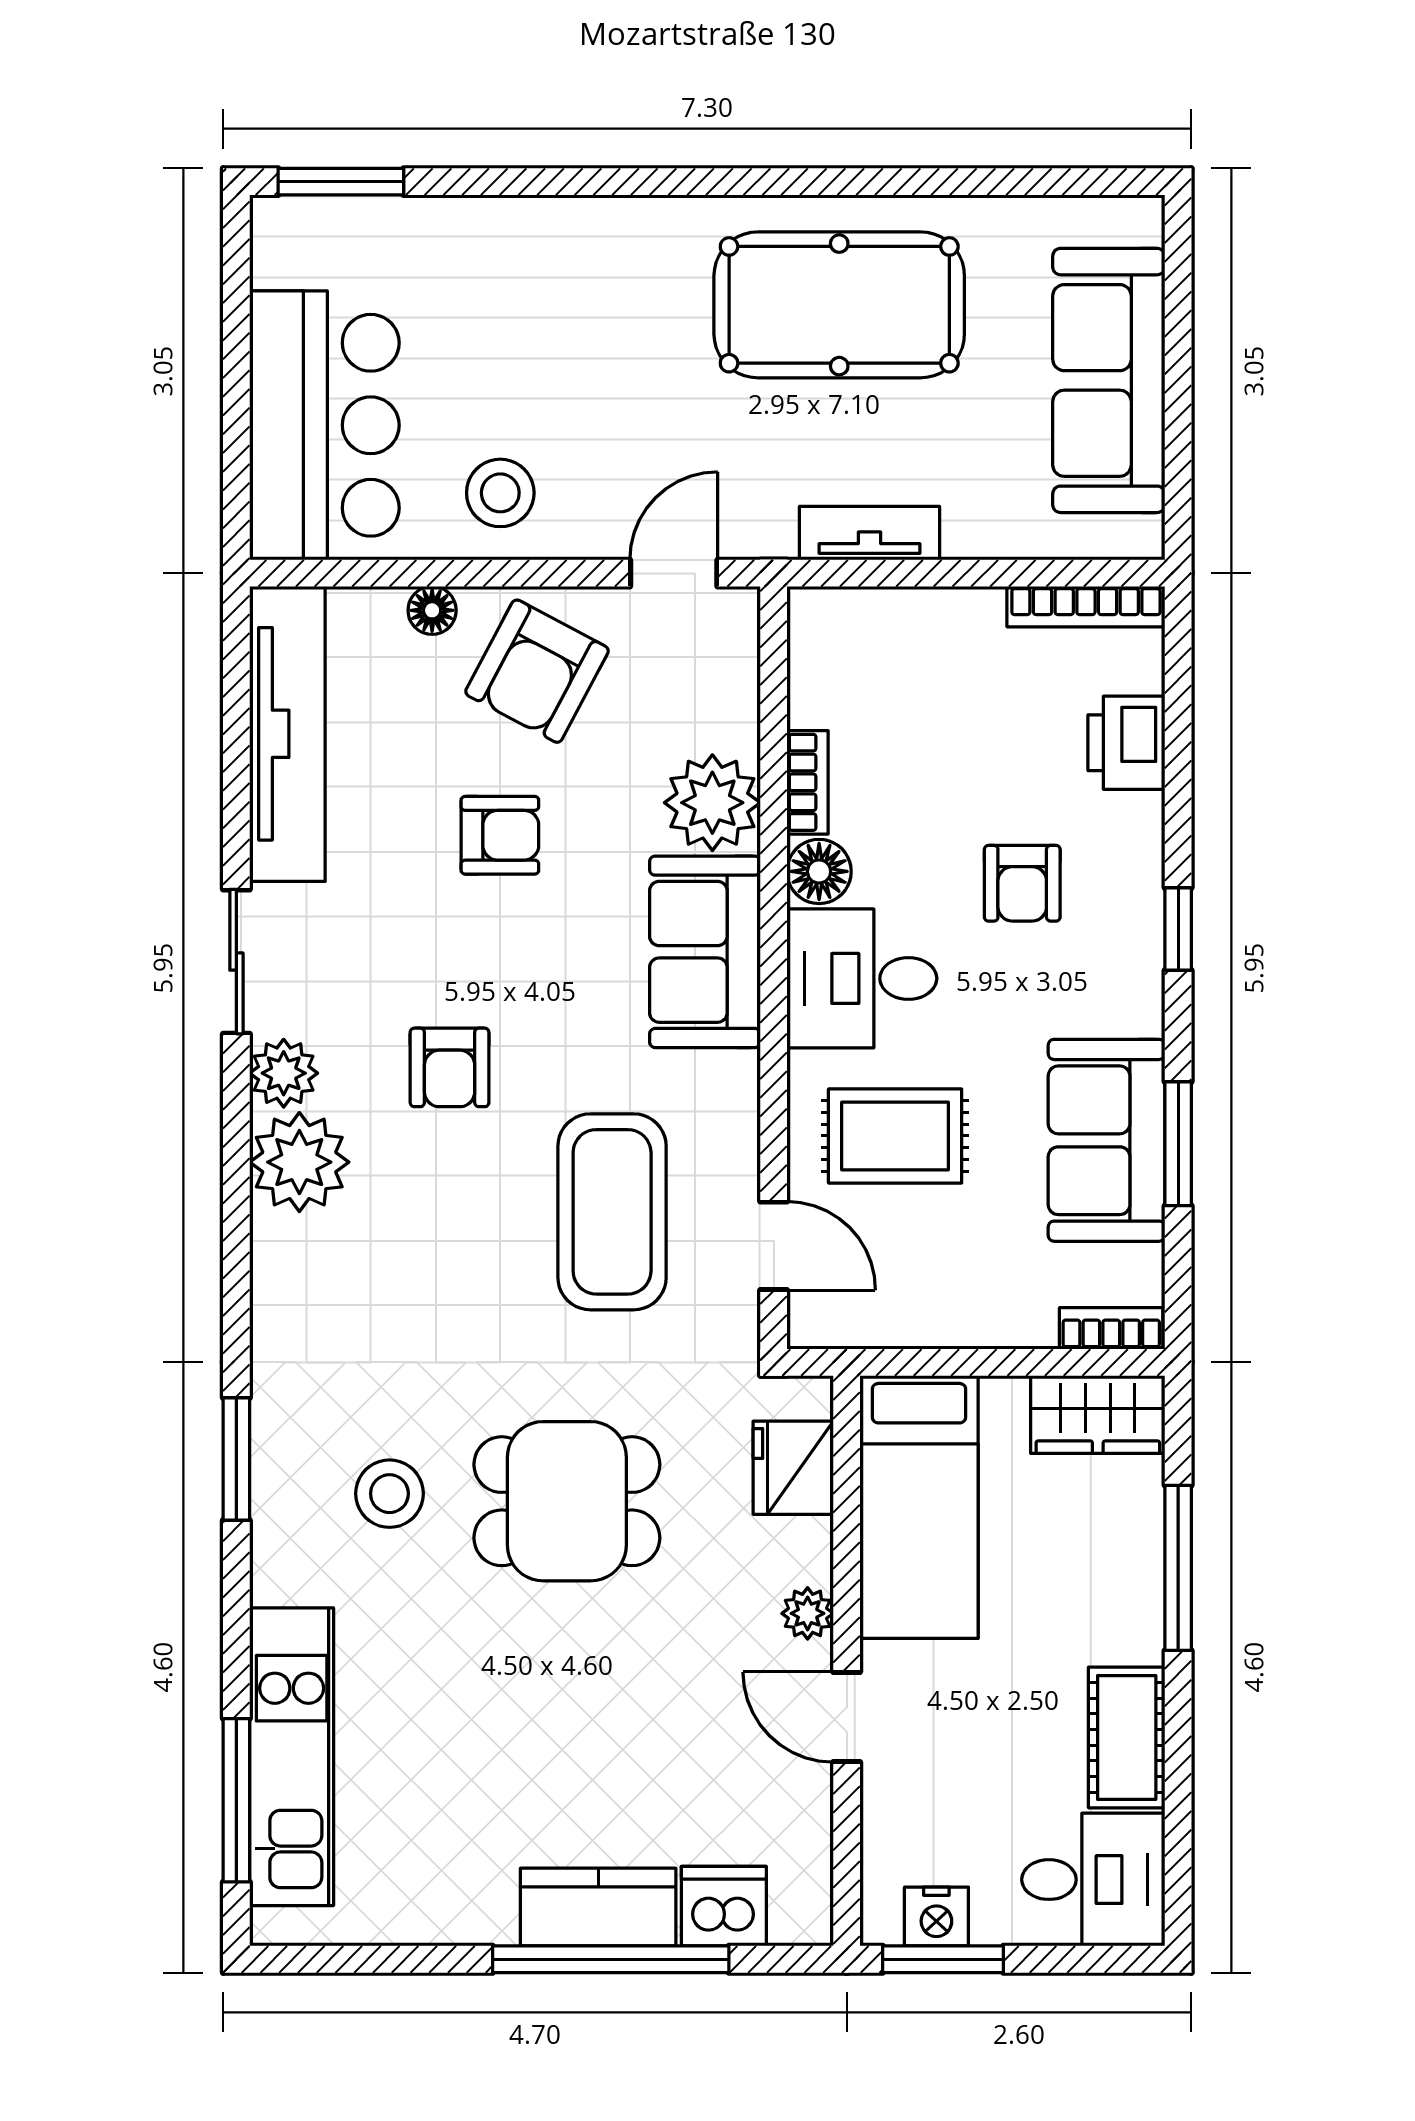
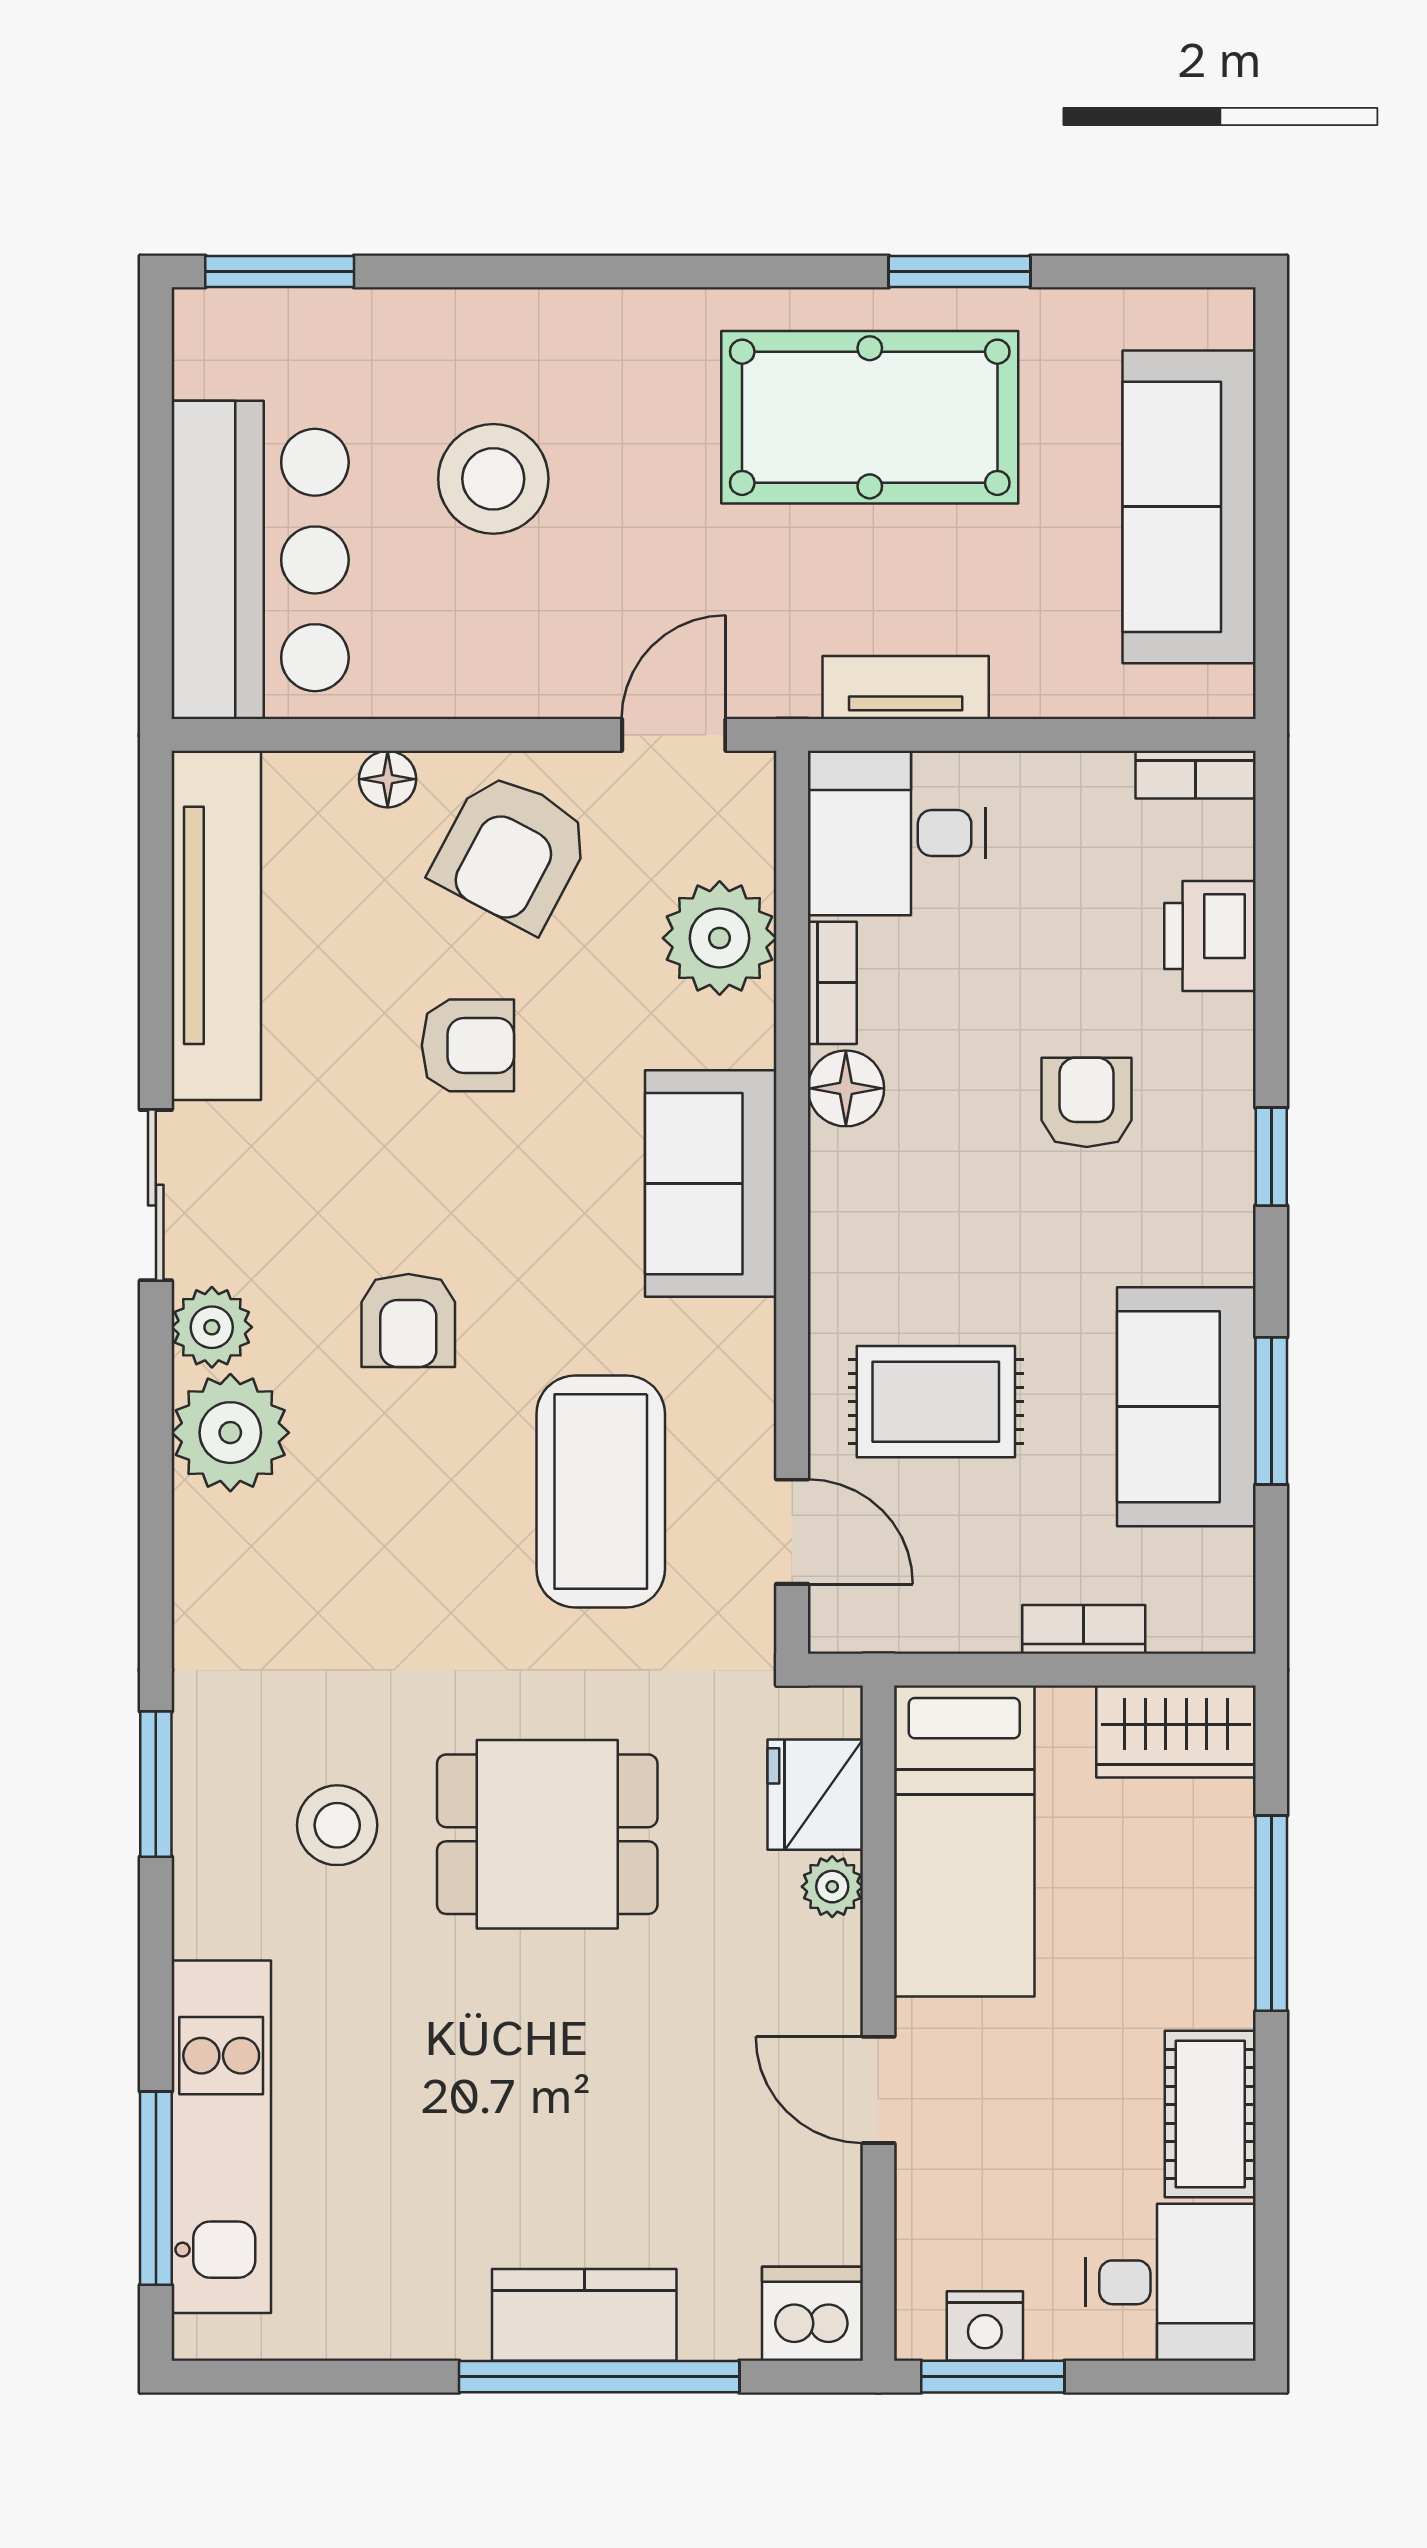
window: (915, 182) -> (960, 272), added
stool: (500, 493) -> (493, 479), moved, width x1.38, depth x1.38
bookcase: (1086, 607) -> (1196, 775), width x0.64
plant: (712, 803) -> (720, 938), moved
armchair: (1022, 883) -> (1087, 1102), turned 180
desk: (862, 978) -> (897, 833), moved
bookcase: (1111, 1328) -> (1084, 1629), moved
plant: (808, 1613) -> (832, 1887), moved
dishwasher: (724, 1906) -> (812, 2314), moved

